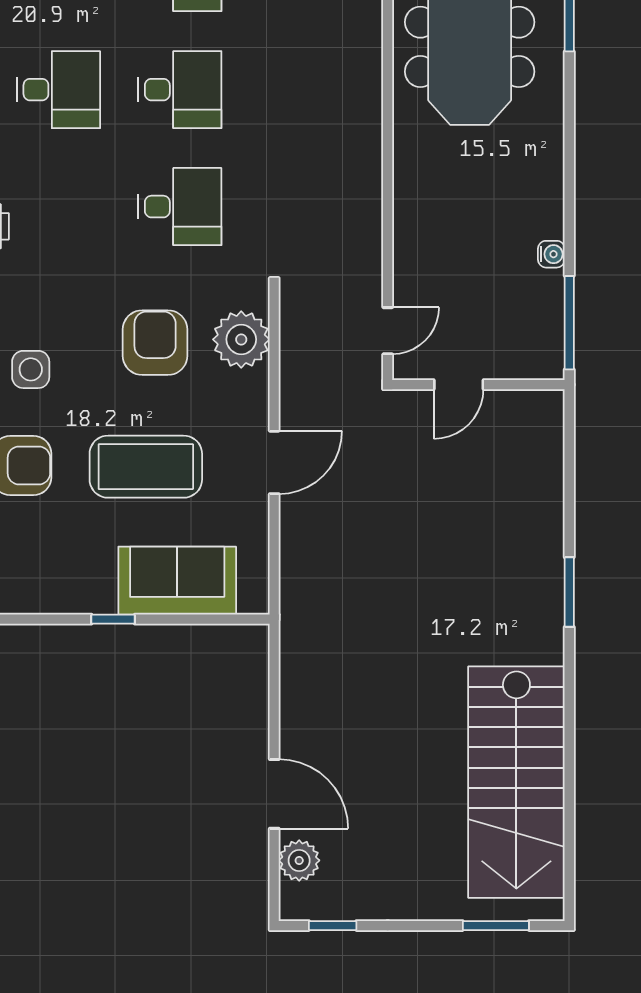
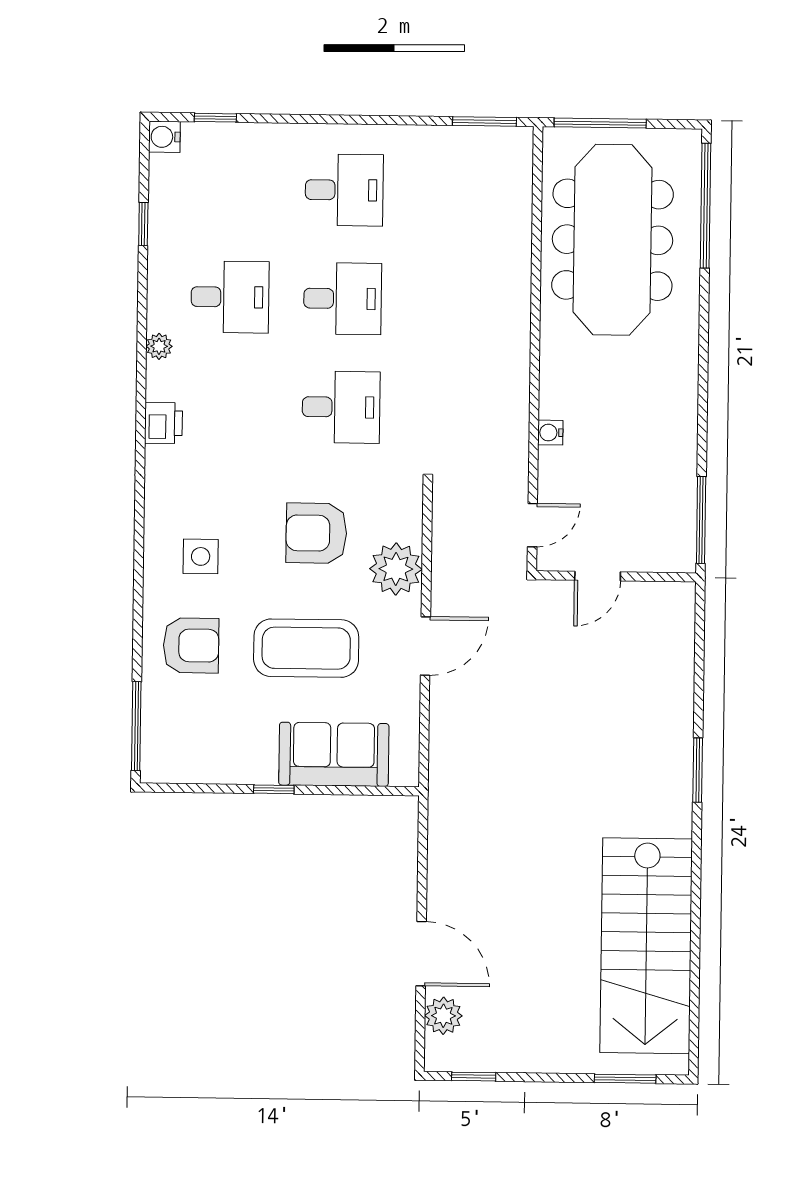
water cooler: (551, 254) -> (550, 433), moved, turned 180
plant: (241, 339) -> (396, 569), moved
armchair: (155, 343) -> (316, 533), turned -90

